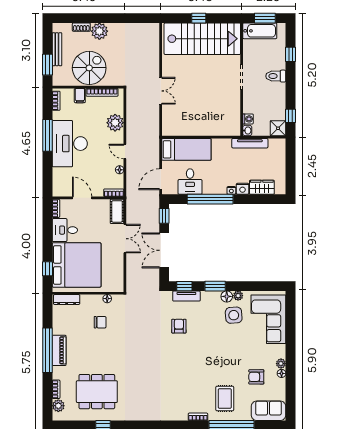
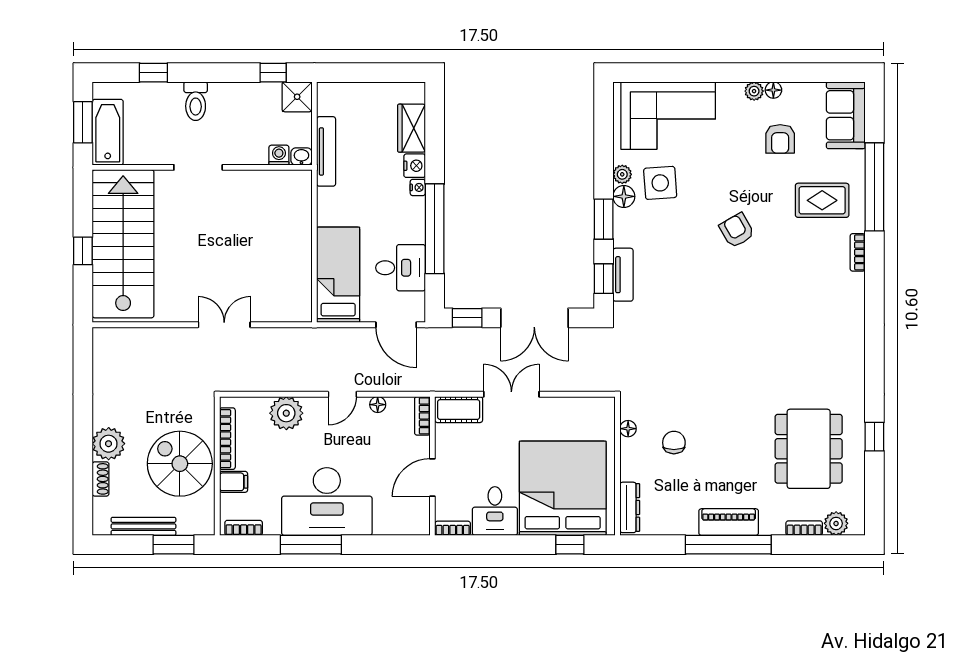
armchair: (179, 326) -> (737, 230), moved, turned 60

